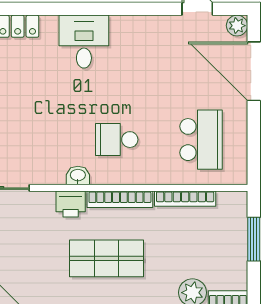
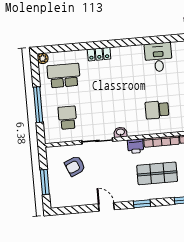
desk: (84, 42) -> (158, 57), moved
washbasin: (78, 176) -> (120, 132), moved

